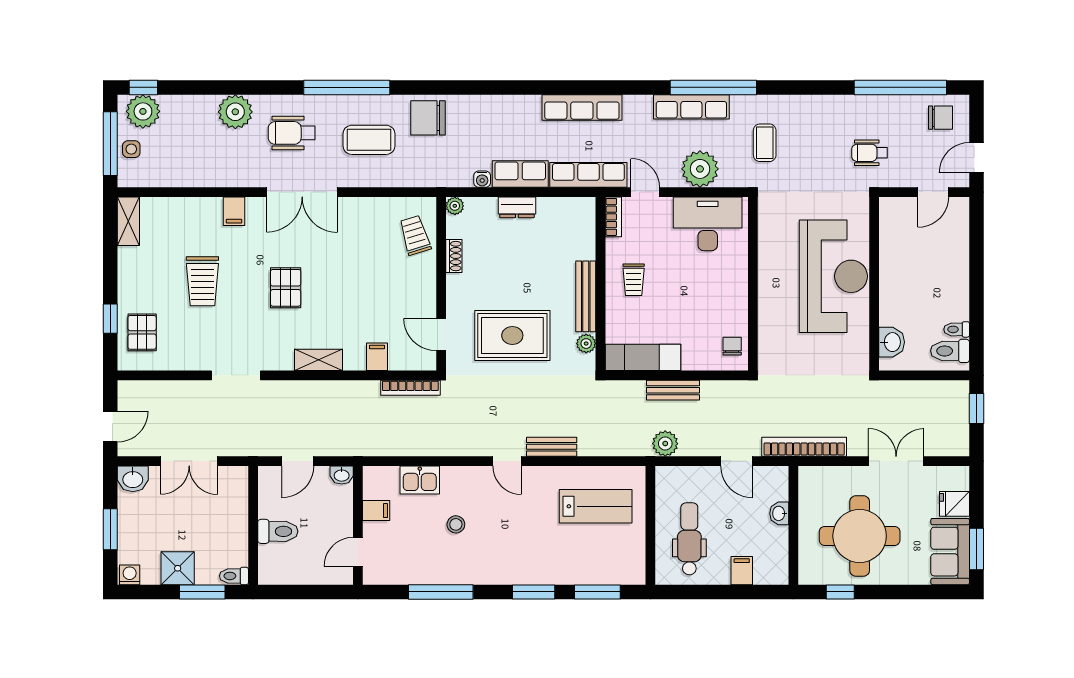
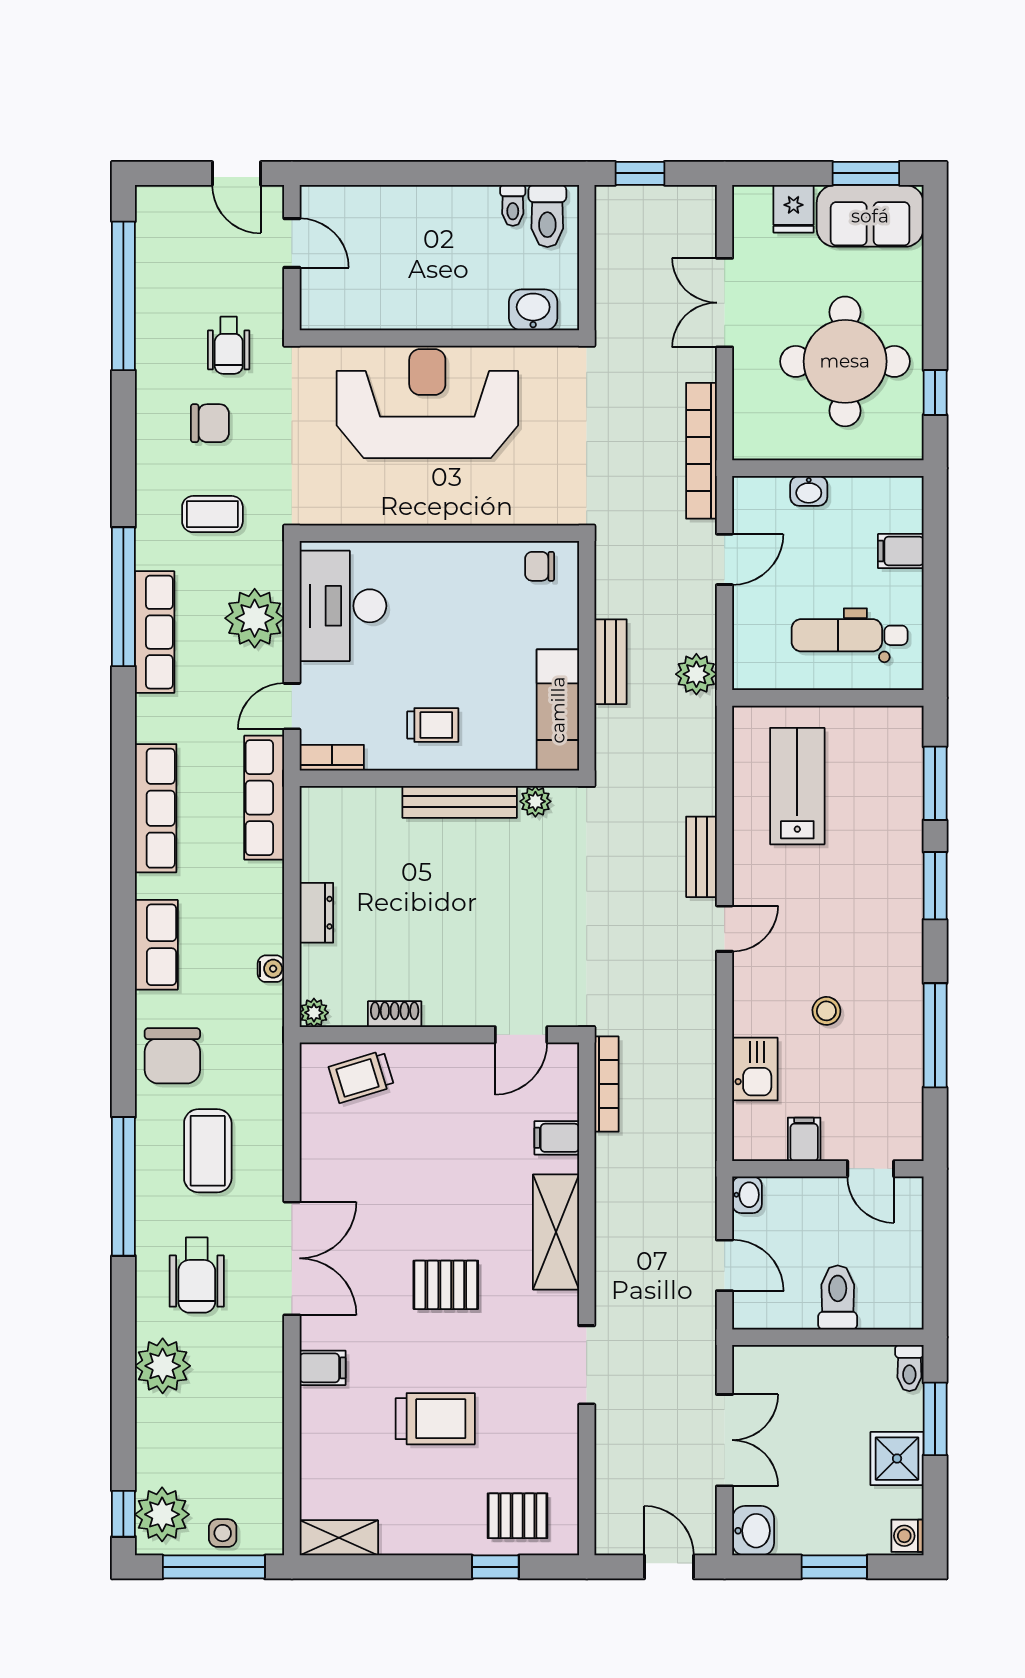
chair: (941, 118) -> (210, 423), moved, turned 90
row of seats: (520, 174) -> (156, 945), moved, turned 180
rug: (512, 335) -> (523, 920), removed
shelving: (319, 360) -> (556, 1232), width x1.50, depth x1.33

